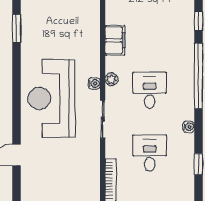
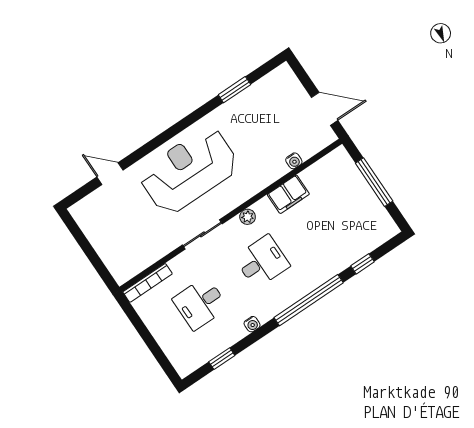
water cooler: (94, 83) -> (294, 161), moved
desk: (150, 153) -> (200, 303), turned 180

